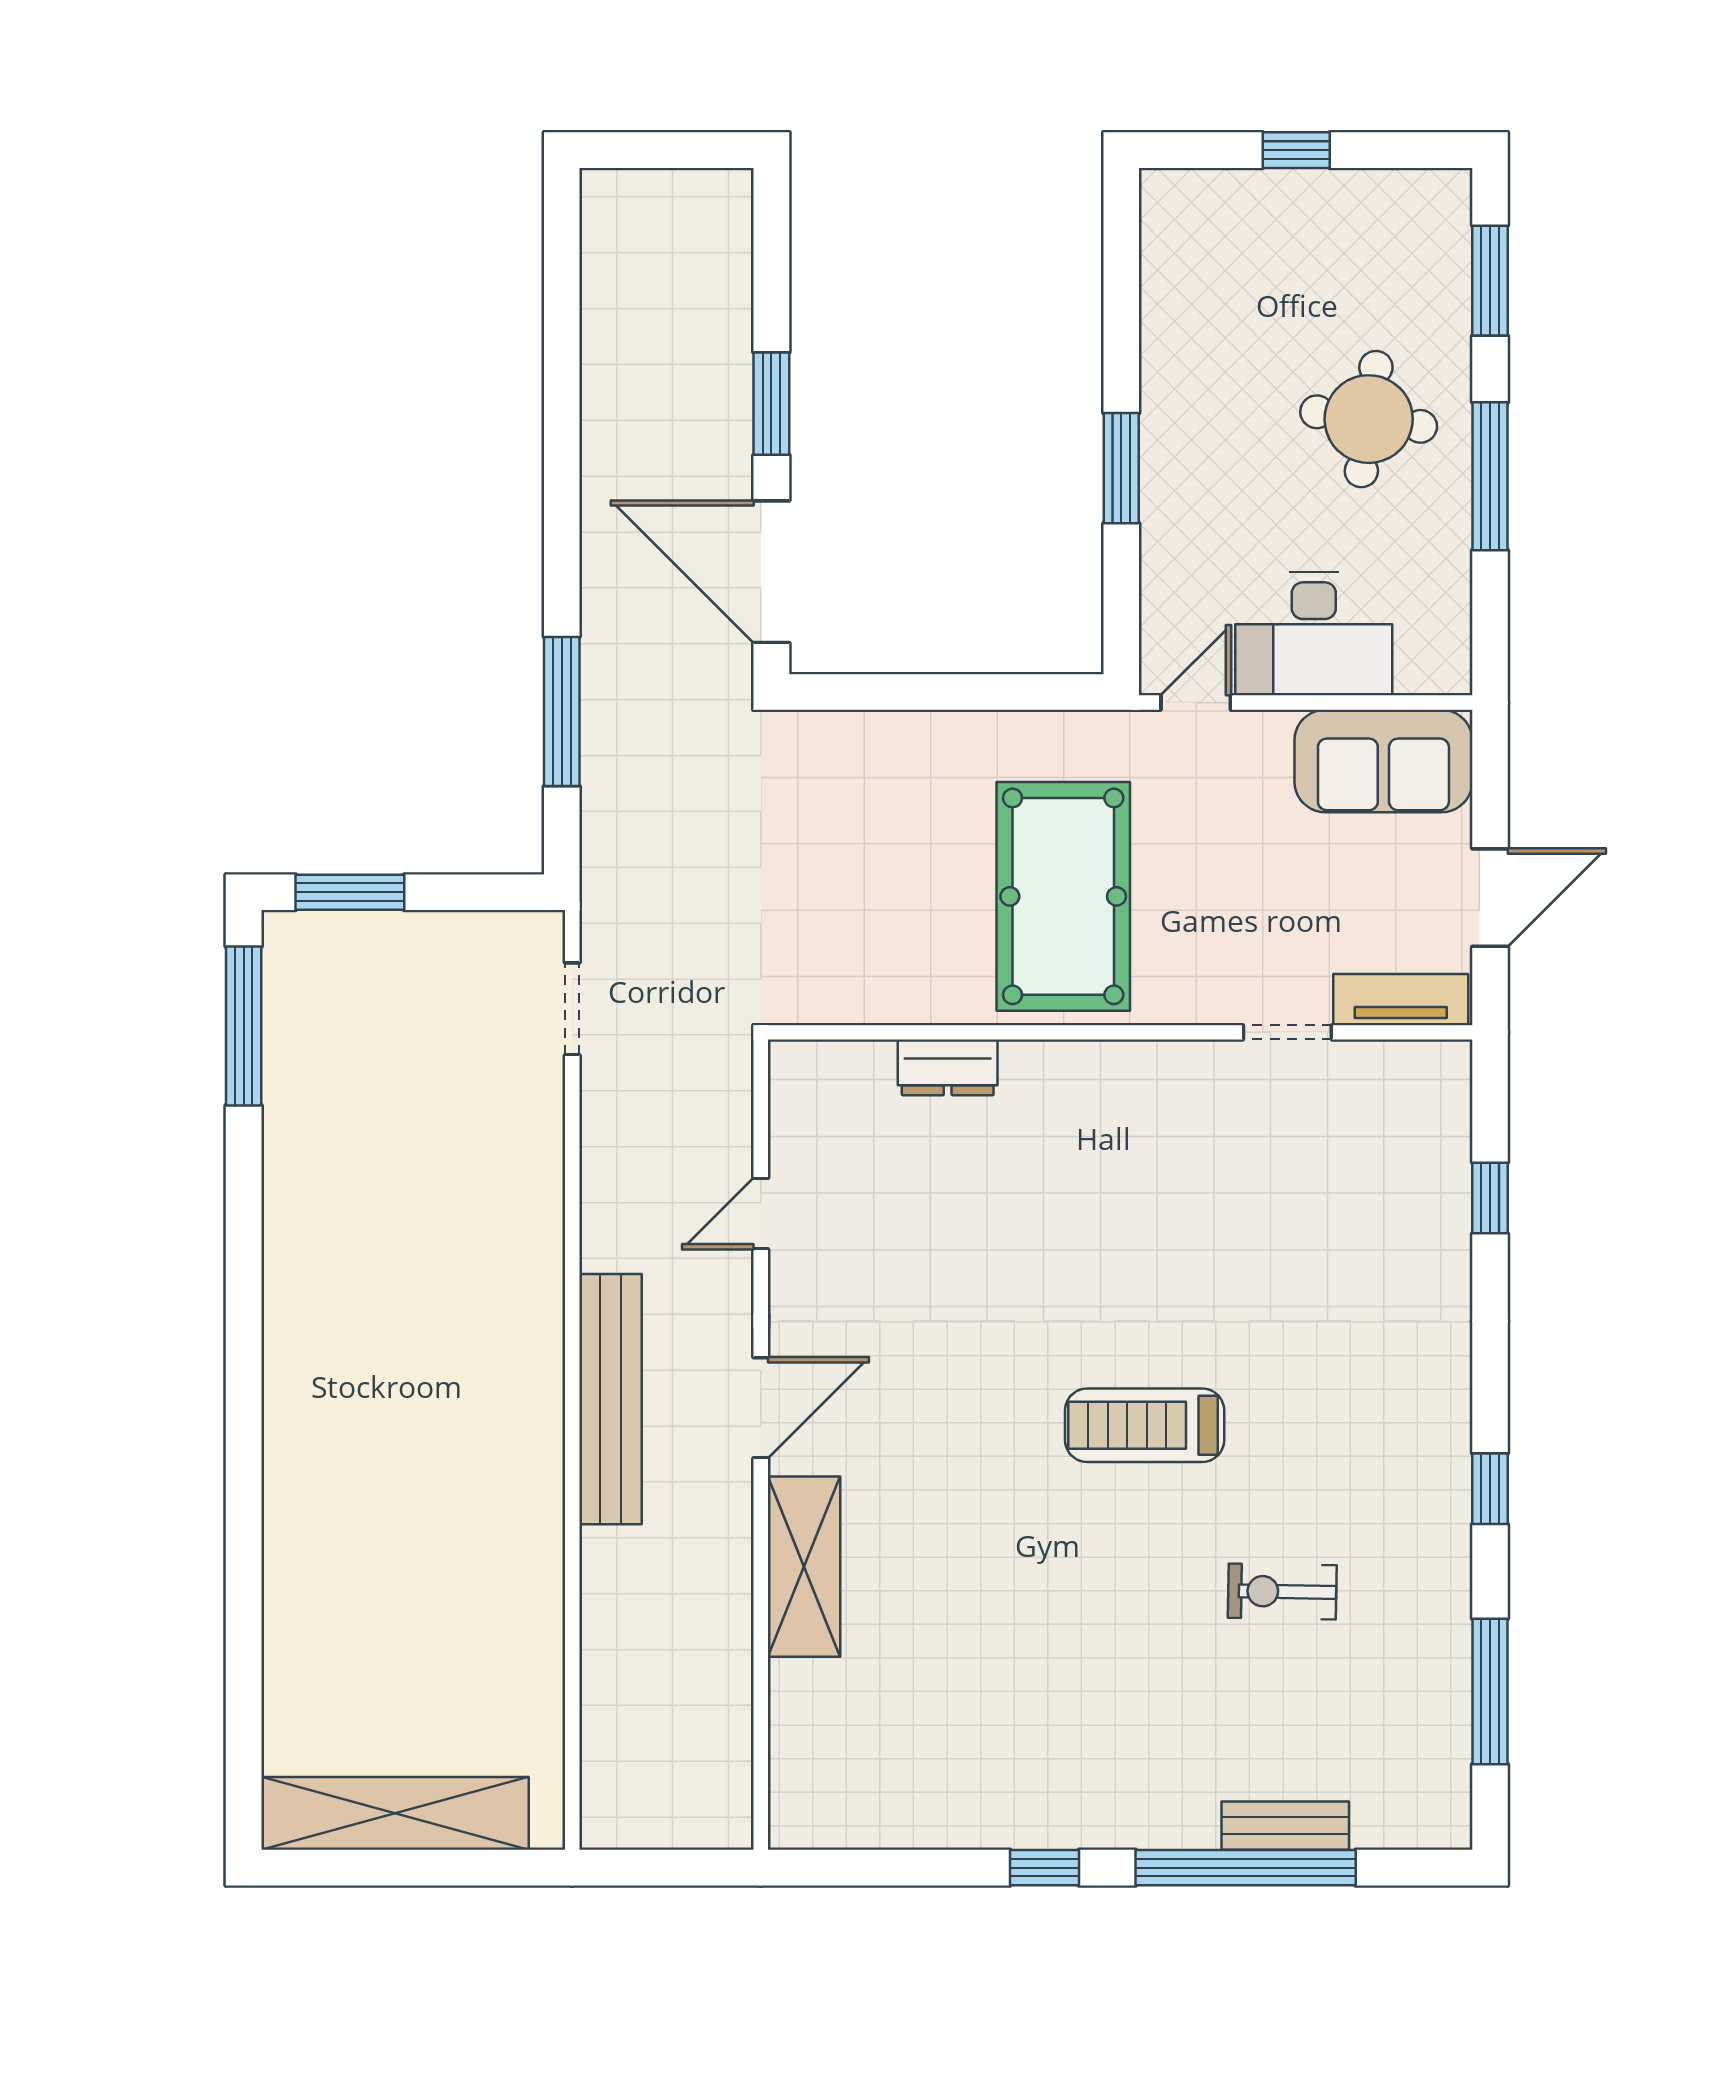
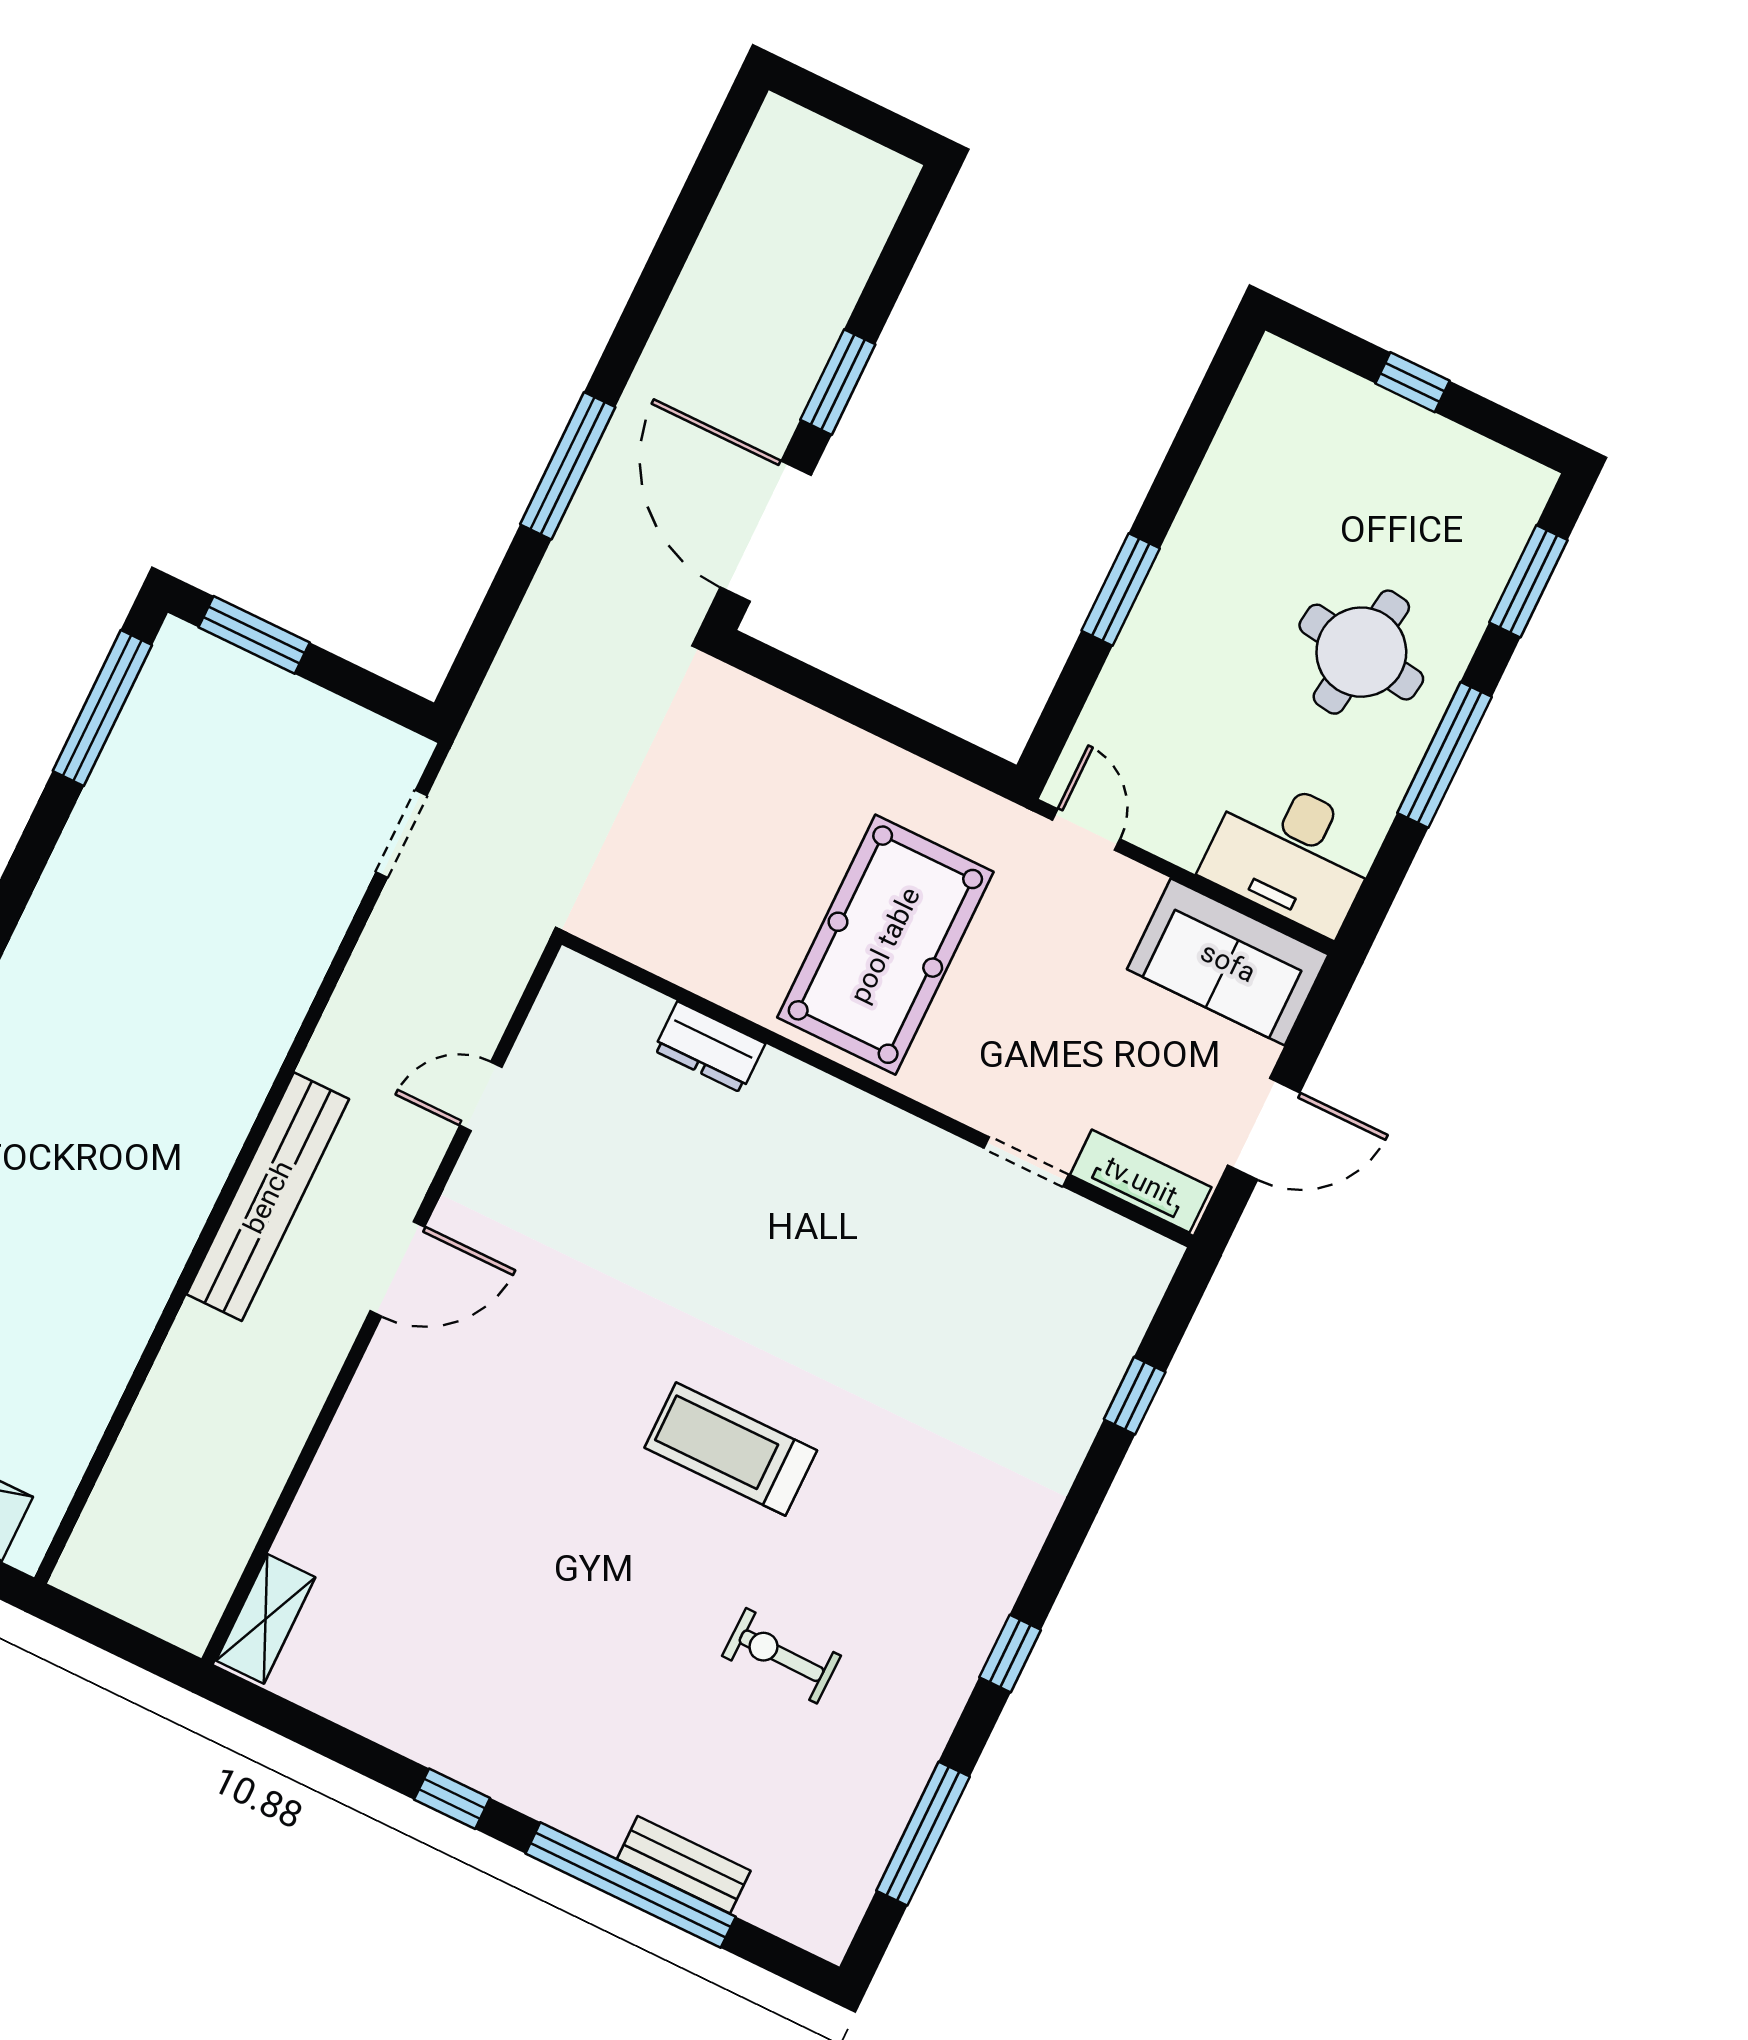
desk: (1314, 634) -> (1292, 854), moved
door: (1196, 703) -> (1086, 830), hinge flipped
window: (562, 711) -> (568, 466), moved
shelving: (804, 1567) -> (266, 1619), moved, width x0.67, depth x0.75

